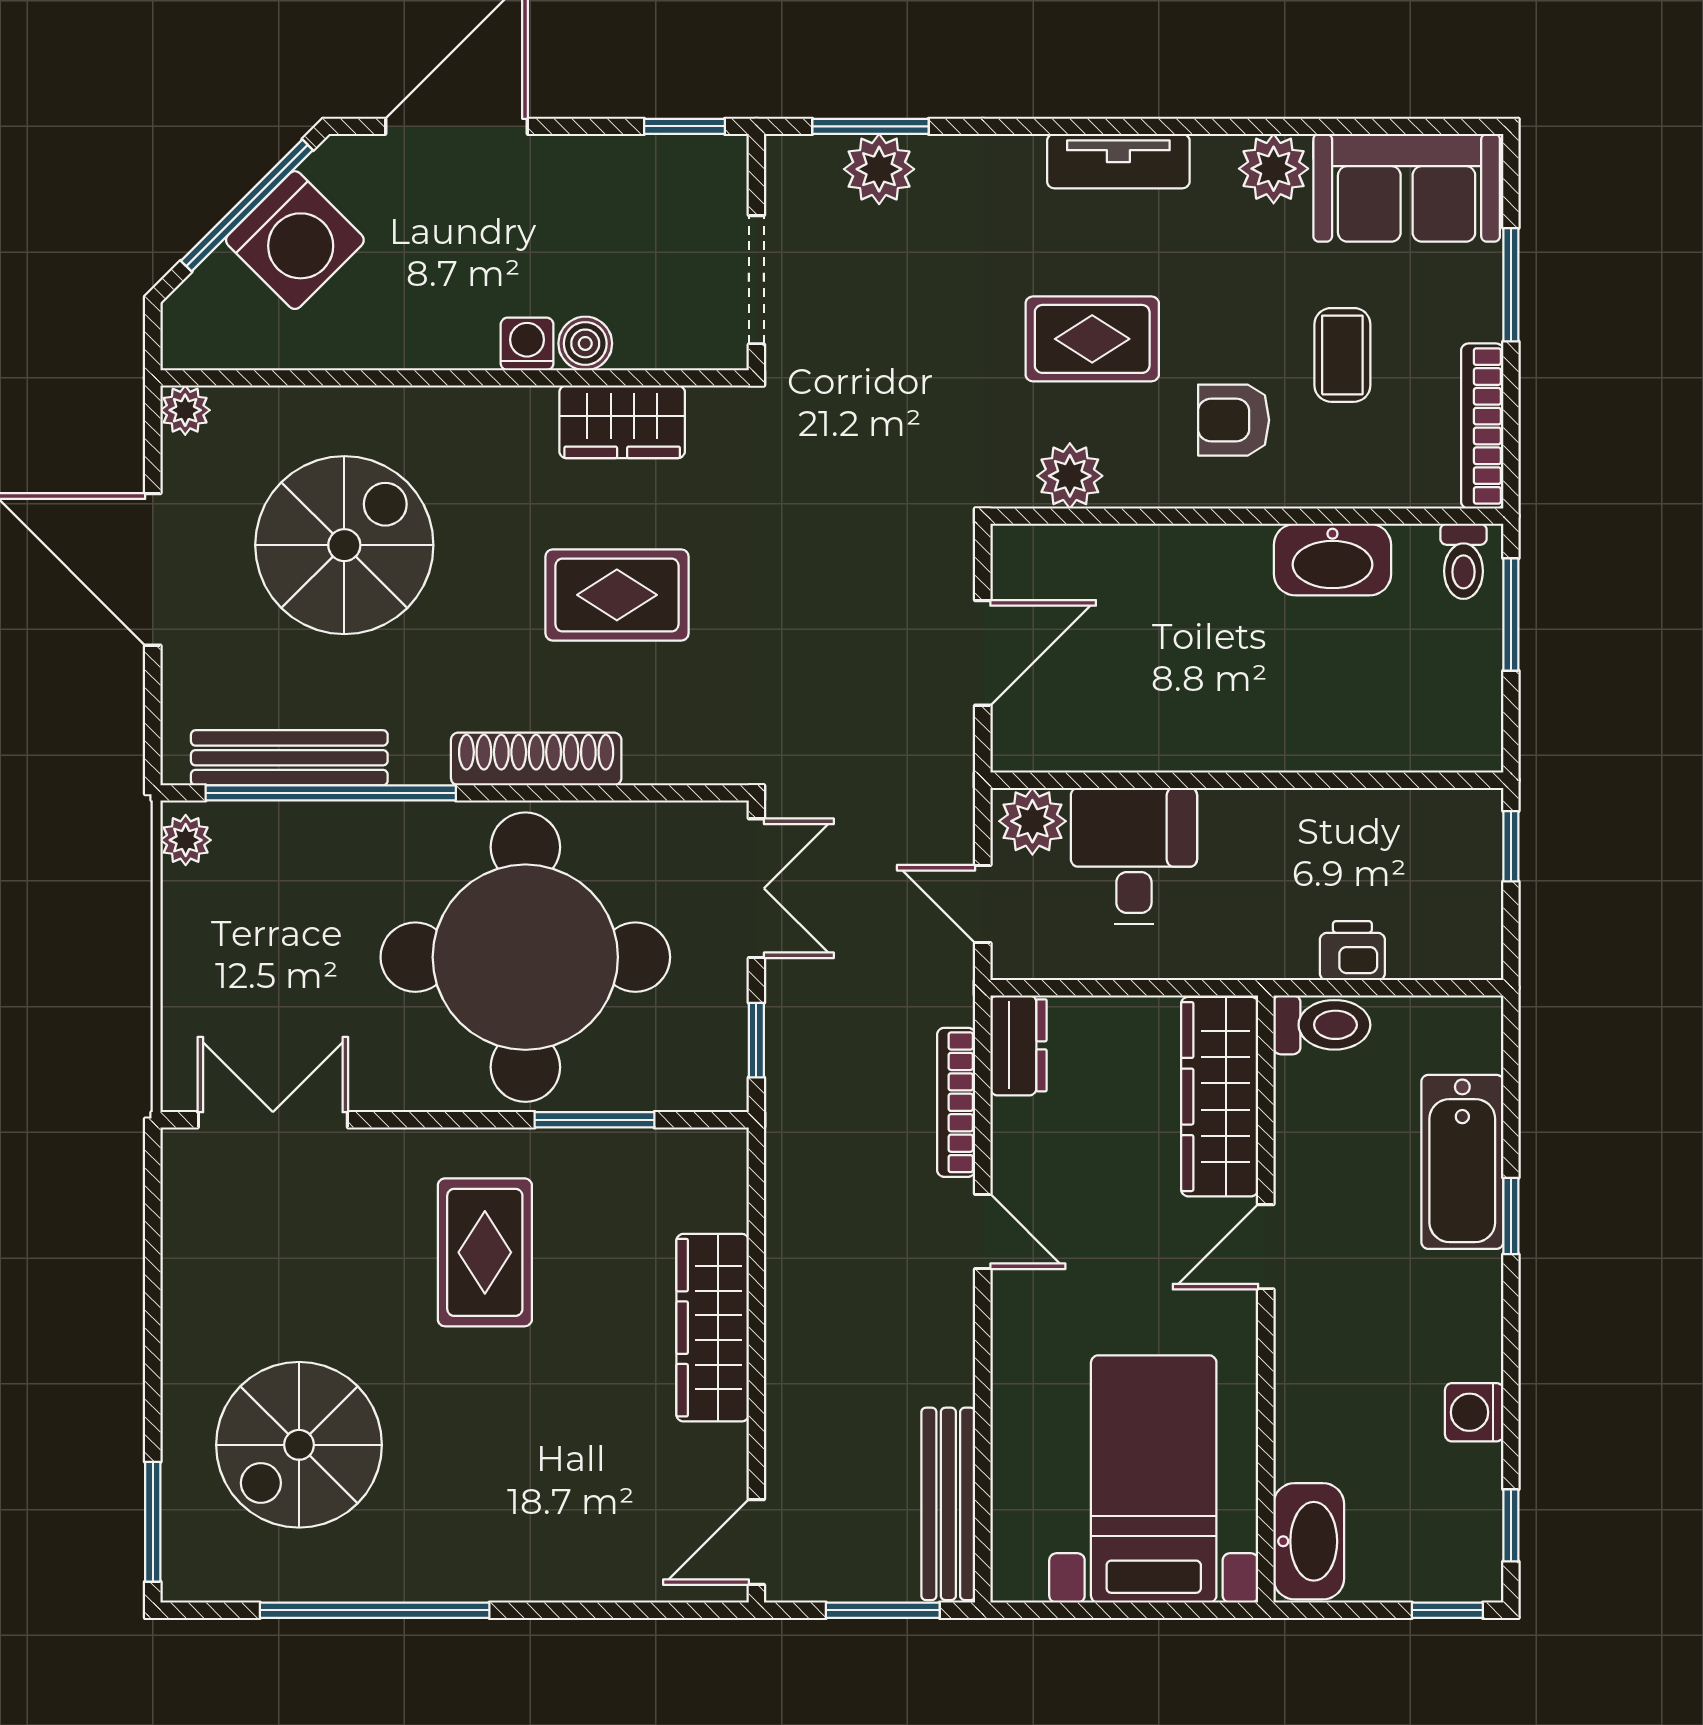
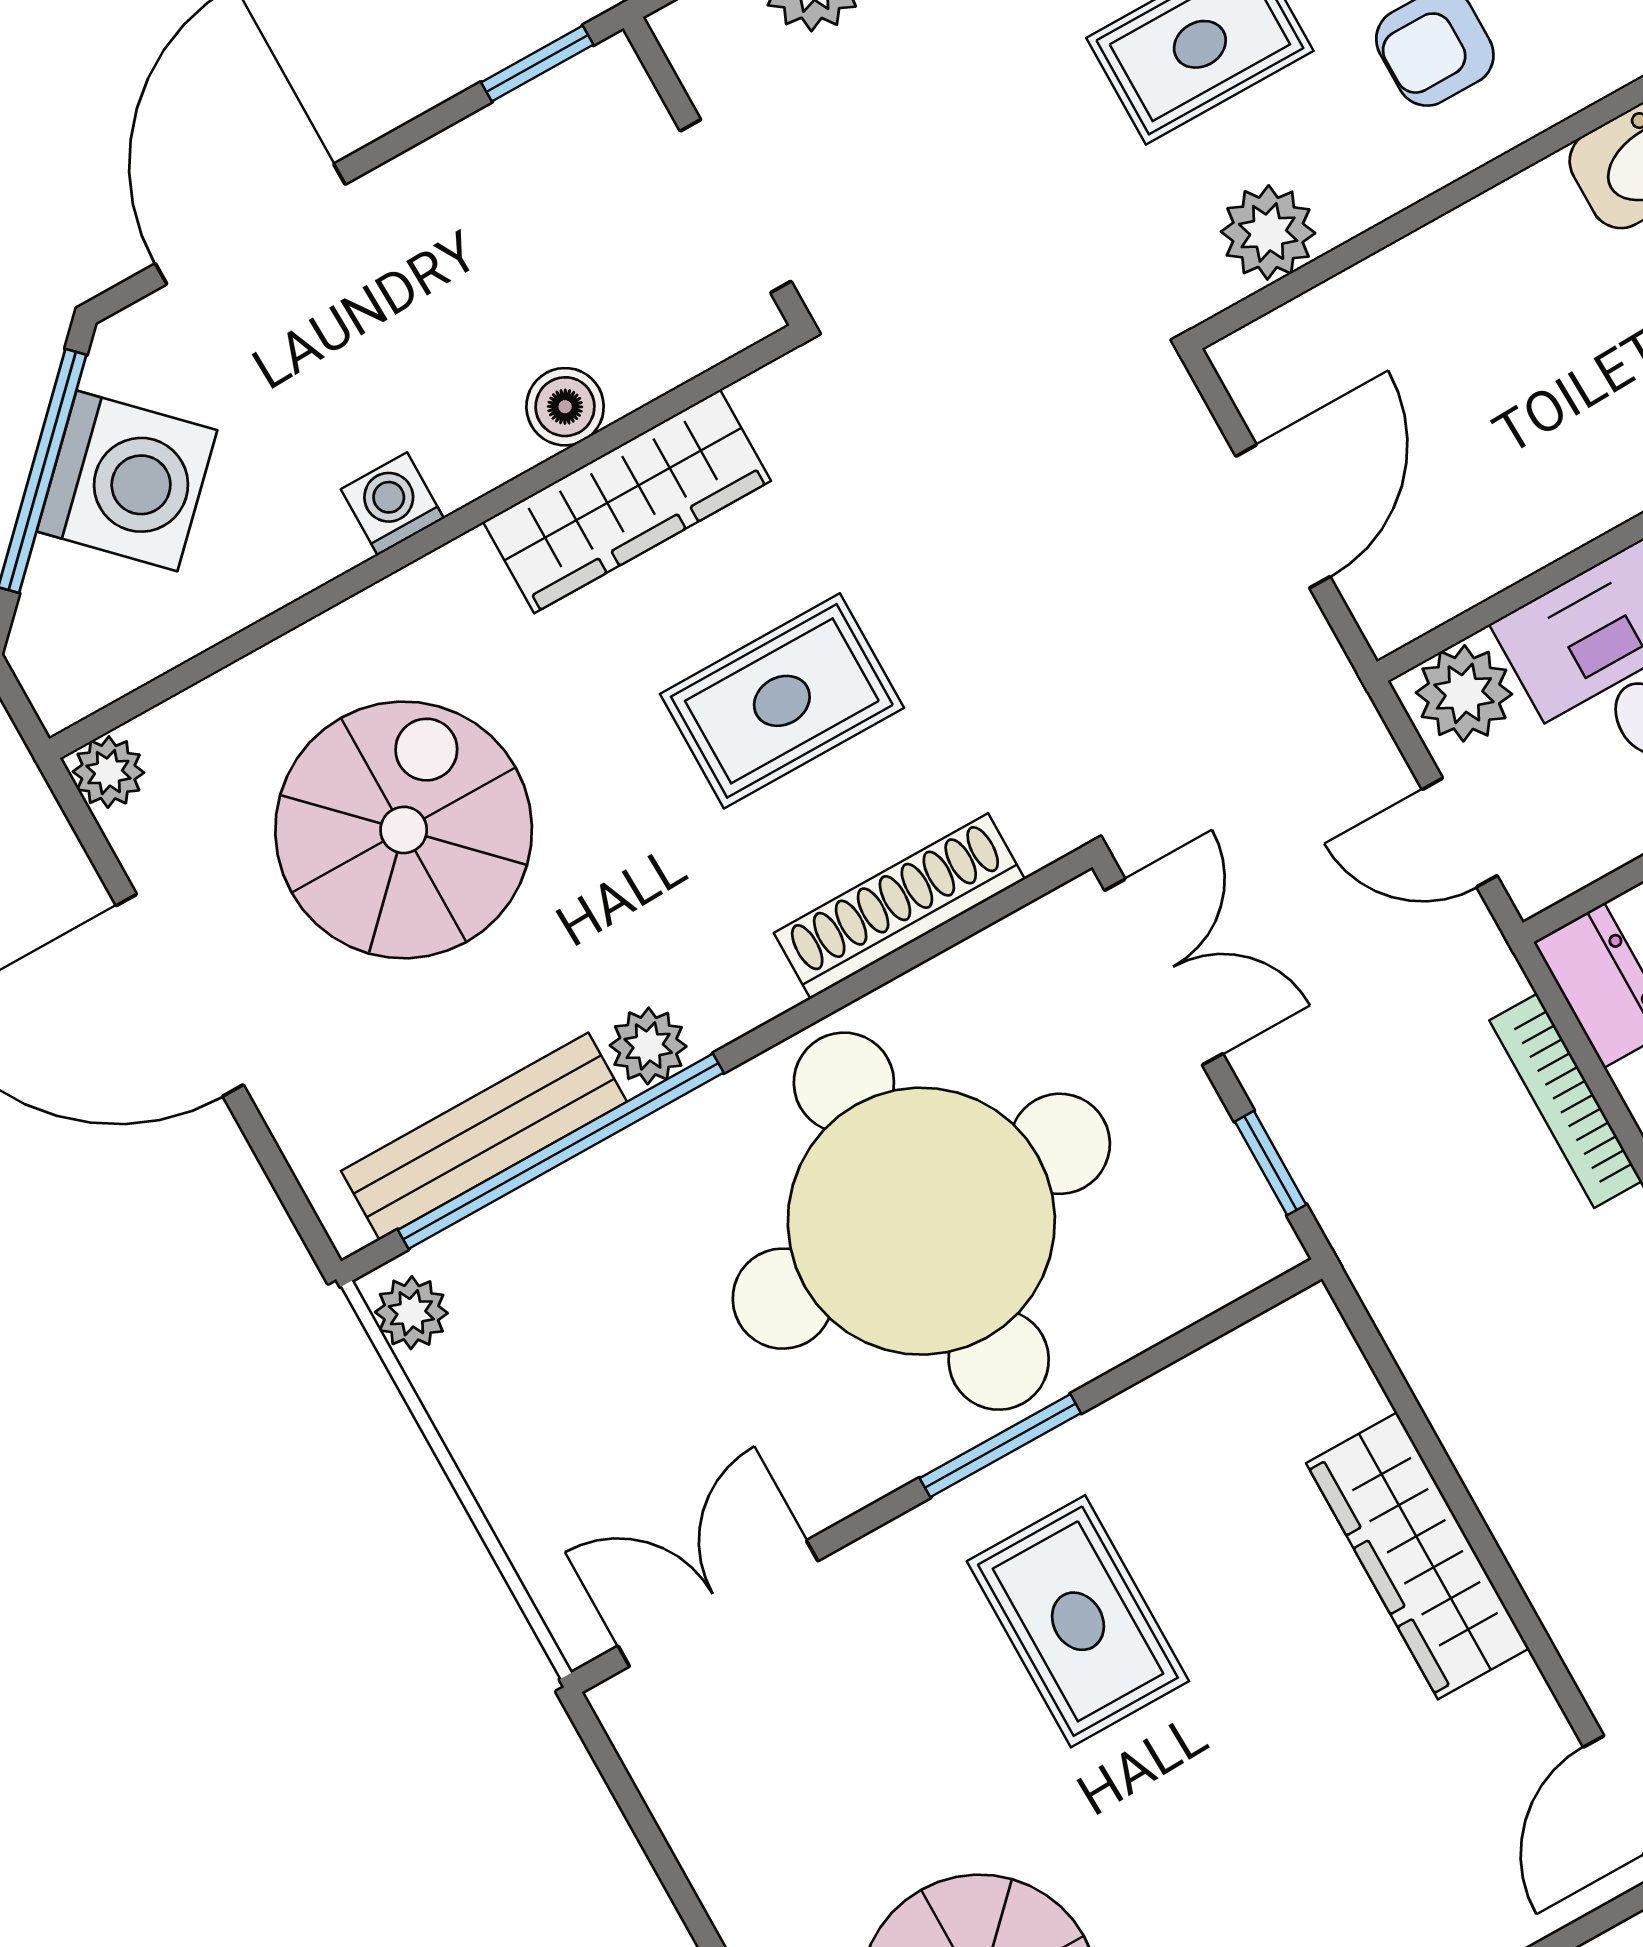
washing machine: (527, 344) -> (392, 504), moved
wardrobe: (622, 422) -> (627, 501), width x1.50
plant: (419, 759) -> (648, 1046), added
shoe rack: (536, 759) -> (899, 906), moved
window: (595, 1120) -> (1000, 1446), moved

